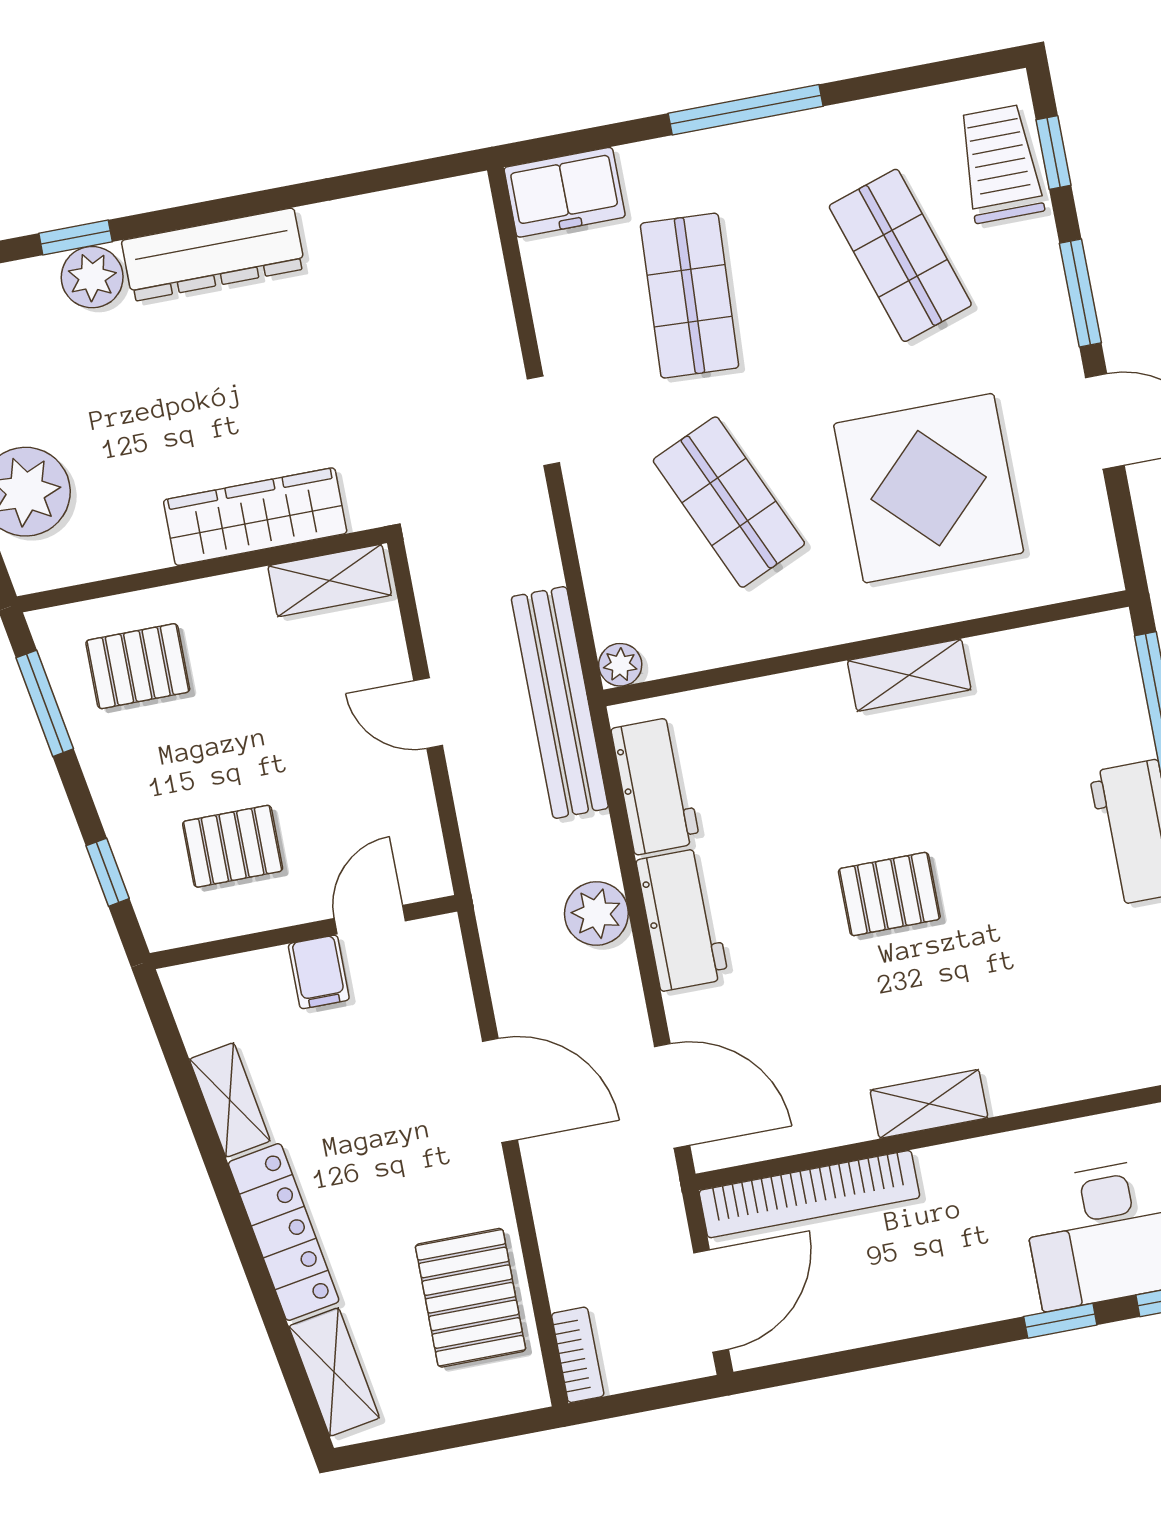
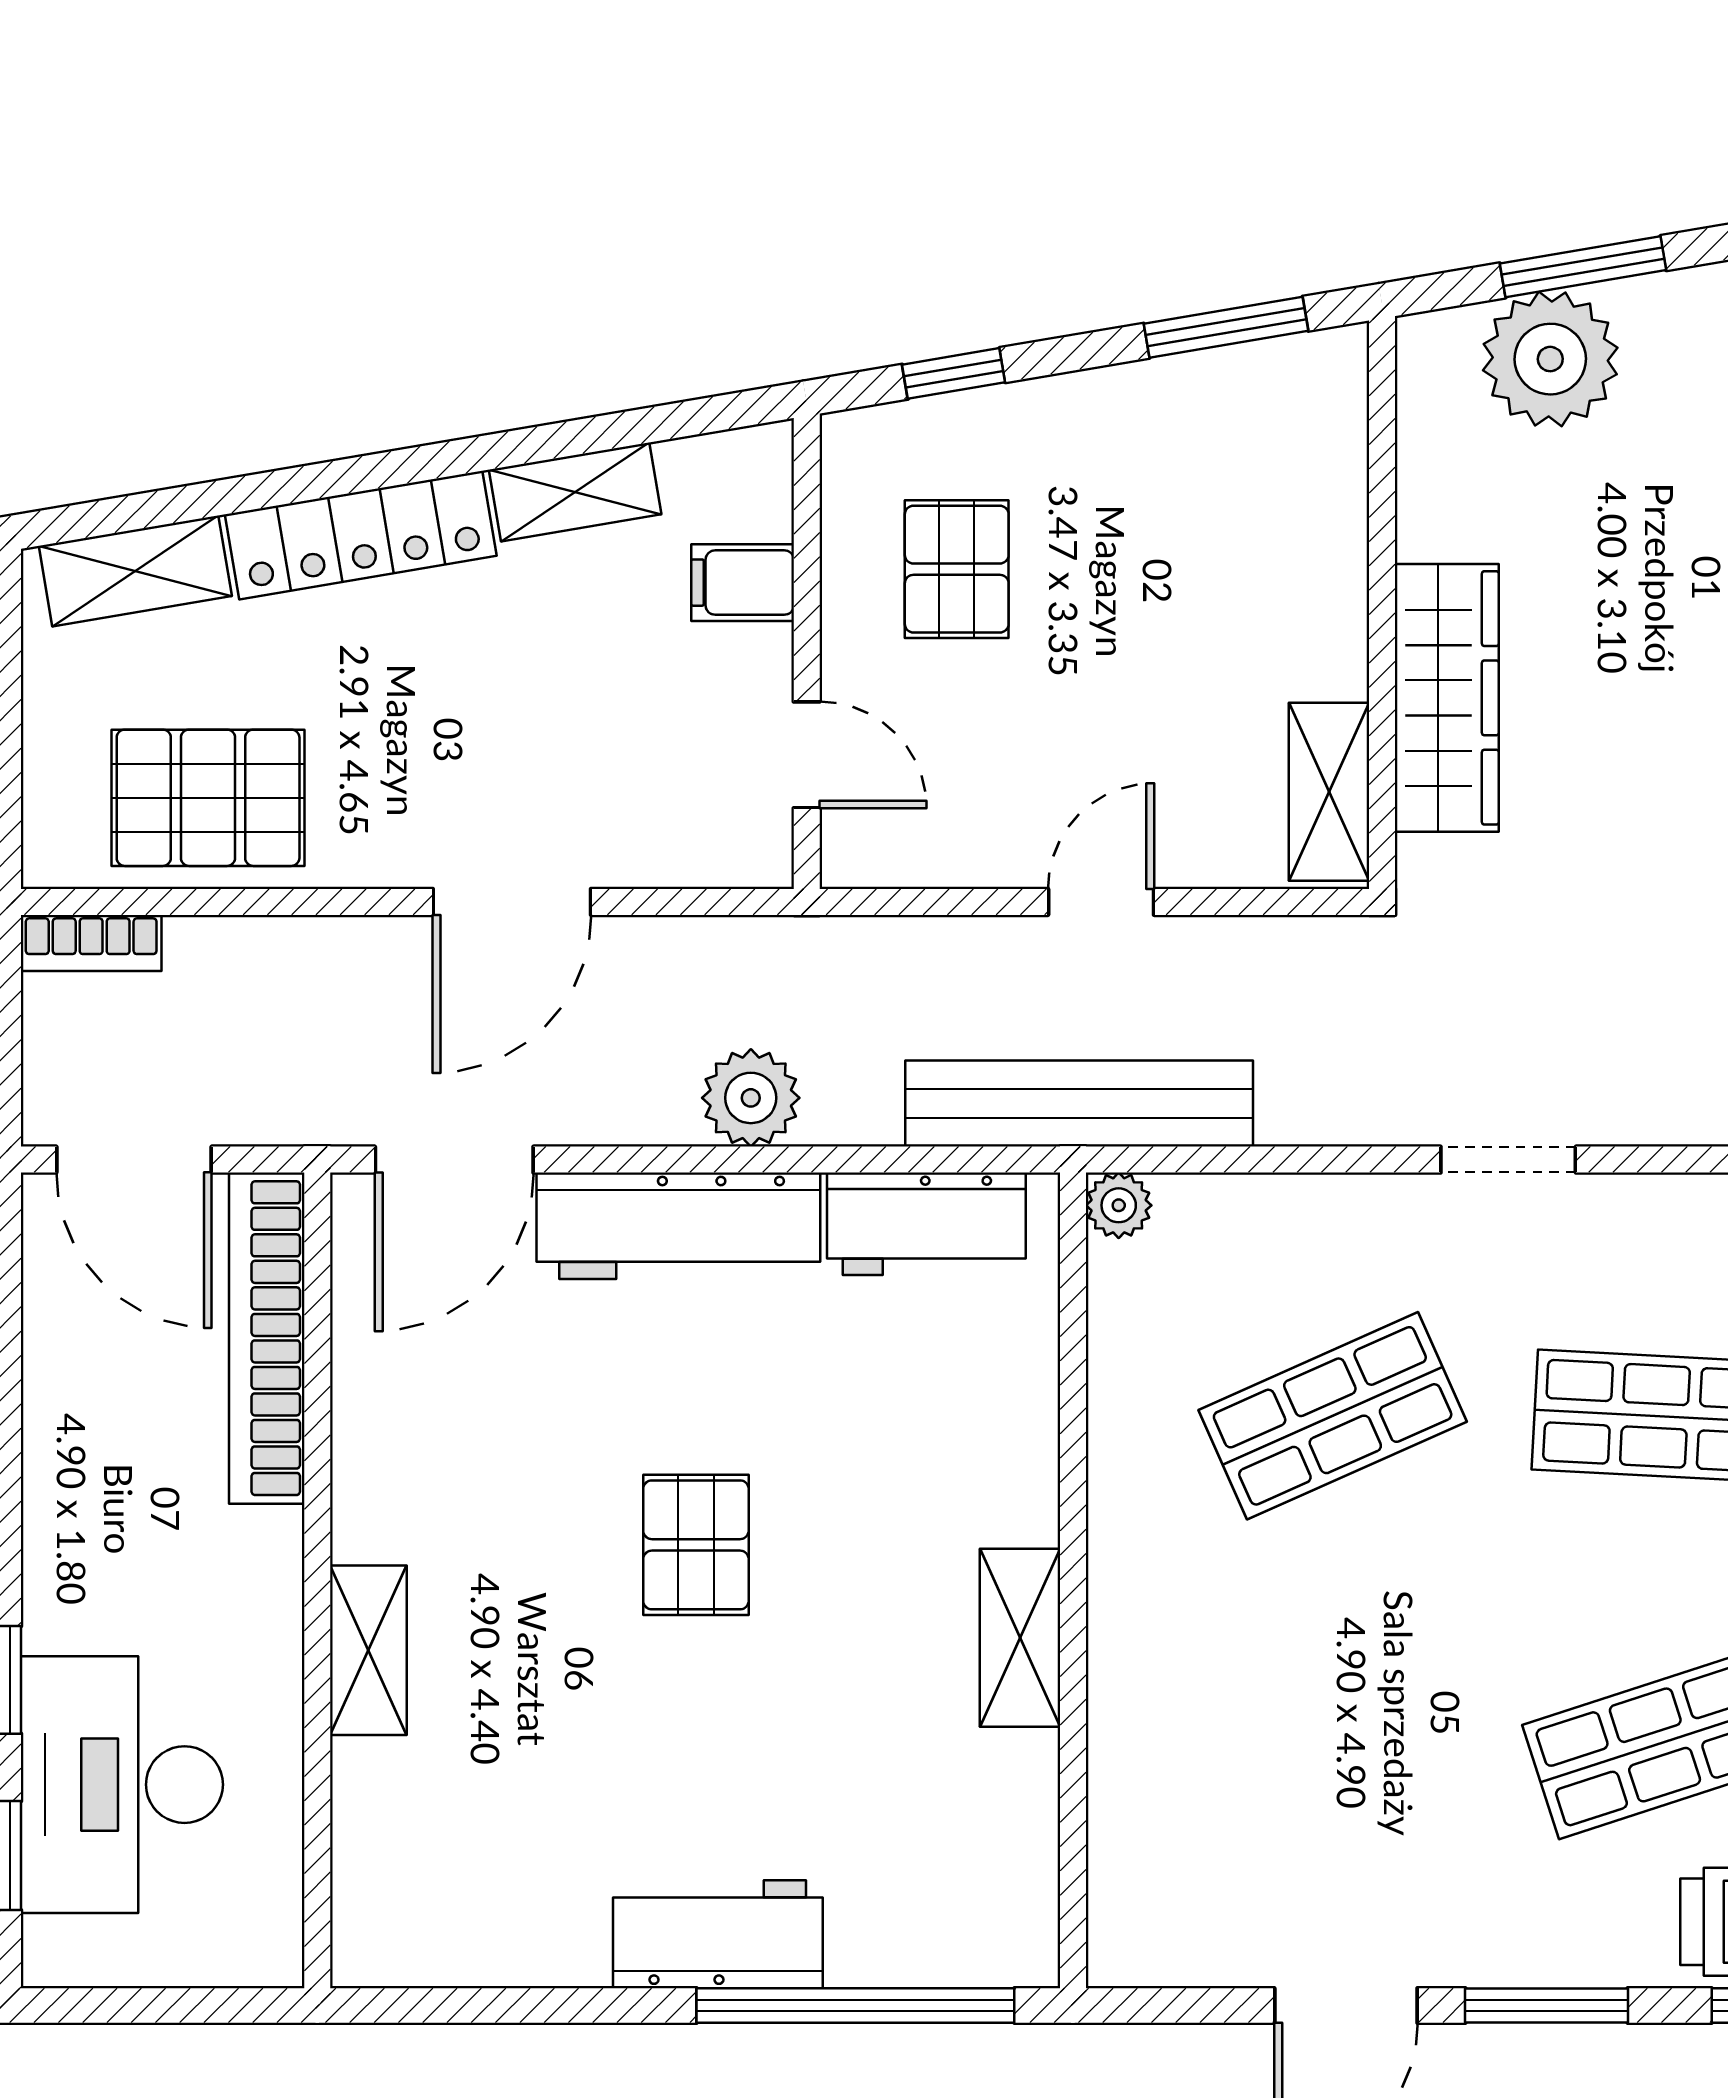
display table: (929, 488) -> (1296, 1721), removed
pallet: (138, 666) -> (1255, 478), removed
workbench: (682, 919) -> (678, 1226), width x1.38
filing cabinet: (319, 972) -> (743, 583), moved
shelving: (929, 1104) -> (368, 1650), moved

